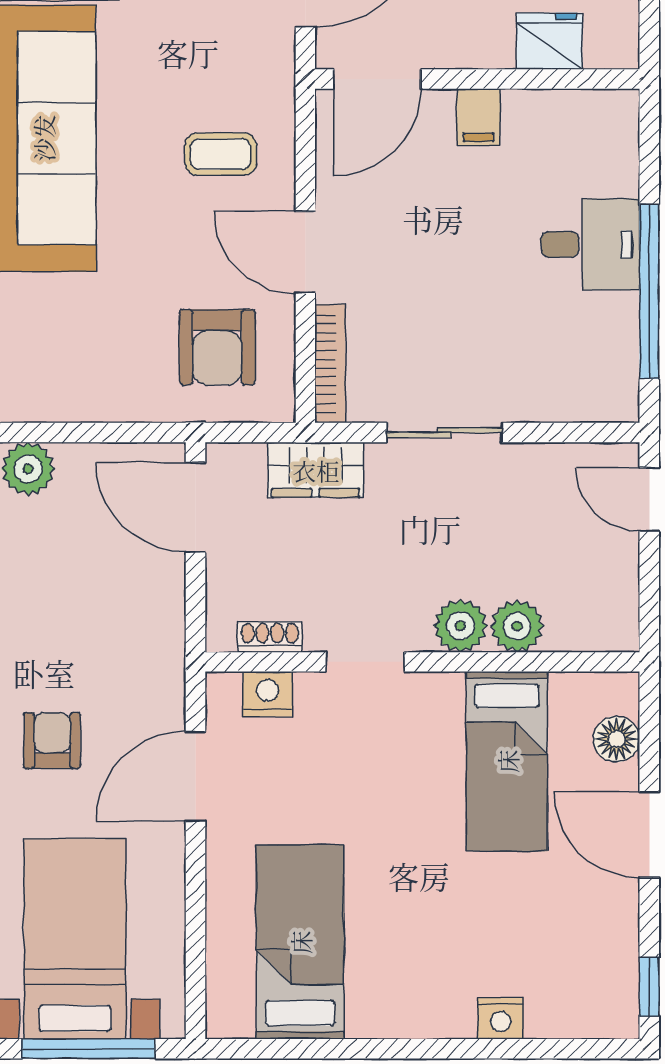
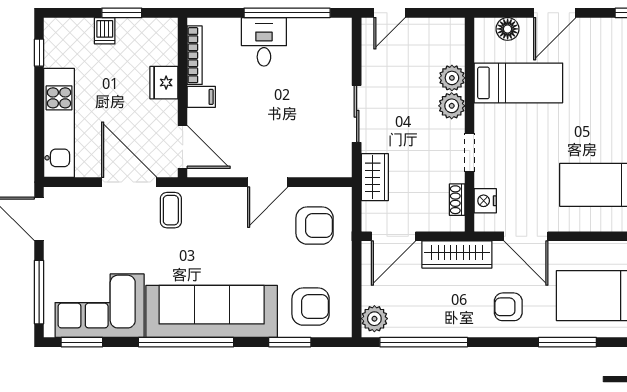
fridge: (549, 41) -> (164, 83), moved
coffee table: (221, 154) -> (171, 210), moved
armchair: (53, 339) -> (311, 307), added
bookcase: (330, 364) -> (195, 55), moved, turned 90
wardrobe: (158, 636) -> (457, 255), added

